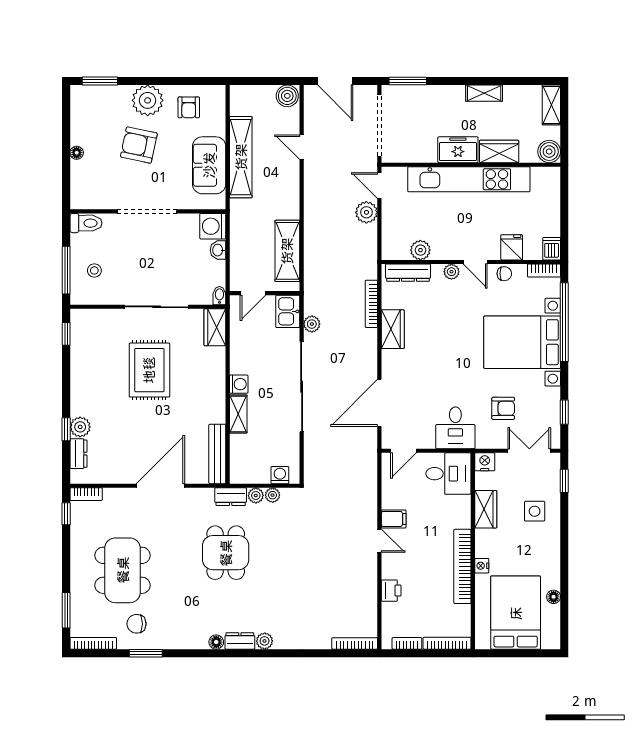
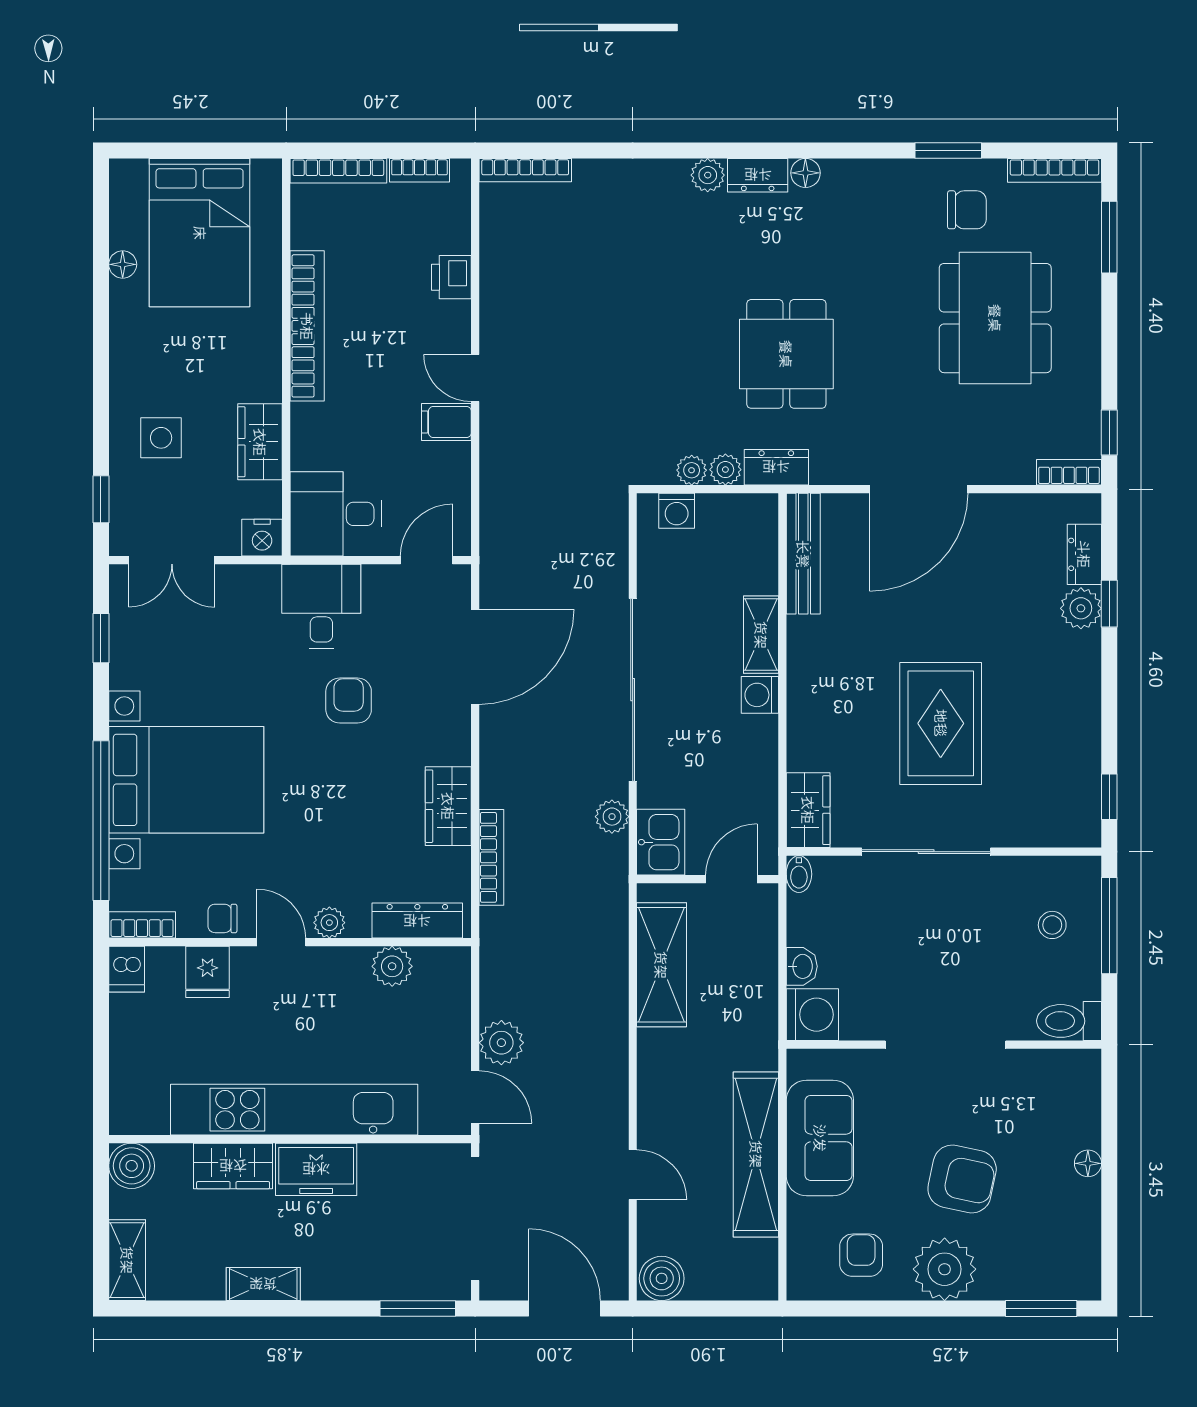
armchair: (503, 408) -> (349, 700), moved, turned 90
nightstand: (482, 566) -> (268, 327), removed

